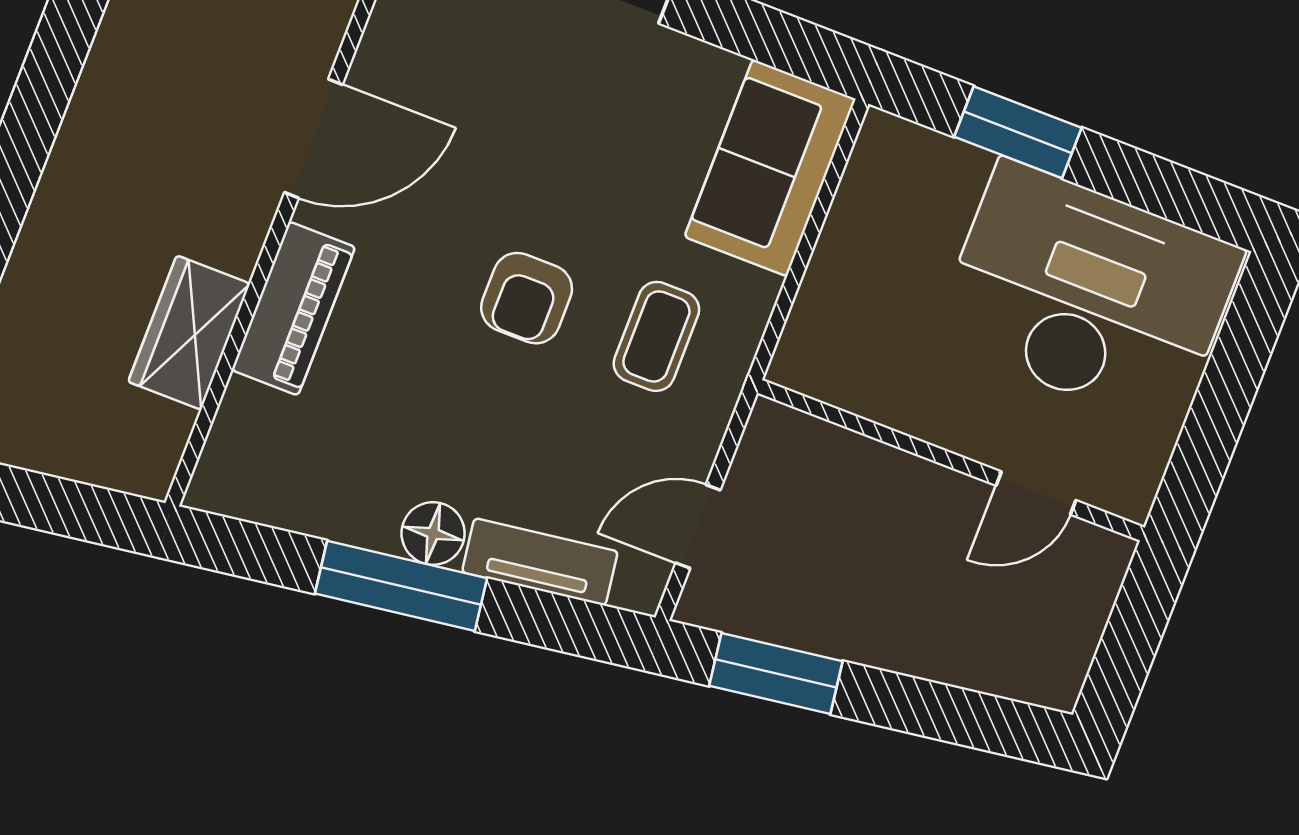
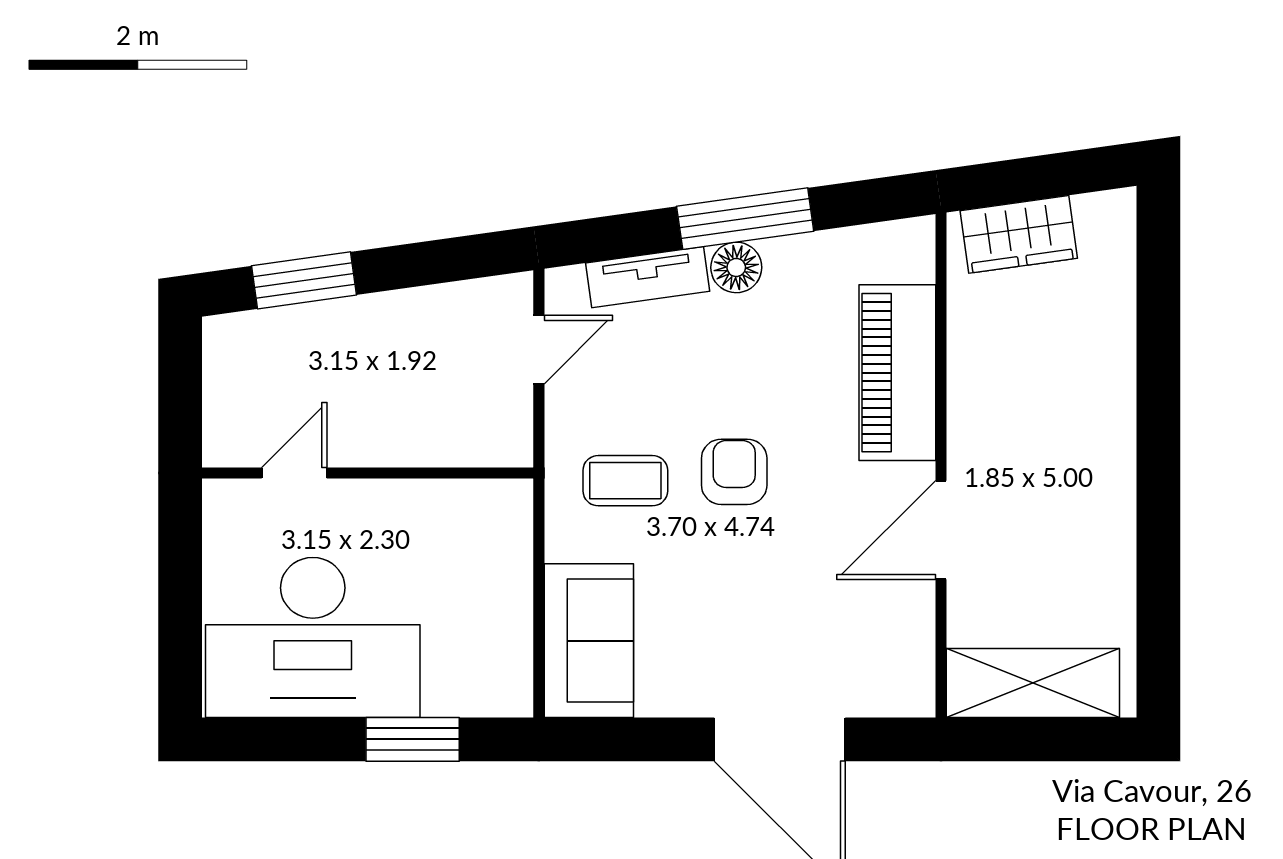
piano: (293, 308) -> (897, 373), width x1.37, depth x1.33
wardrobe: (189, 333) -> (1019, 234), moved, turned 82
coffee table: (656, 336) -> (625, 481), turned 90
window: (776, 673) -> (304, 280), moved

